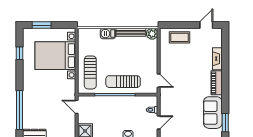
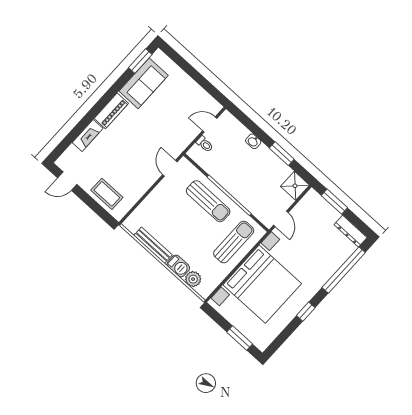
plant: (152, 34) -> (193, 279), moved
window: (20, 53) -> (306, 312), moved
bed with nightstands: (55, 56) -> (262, 284), width x1.36

